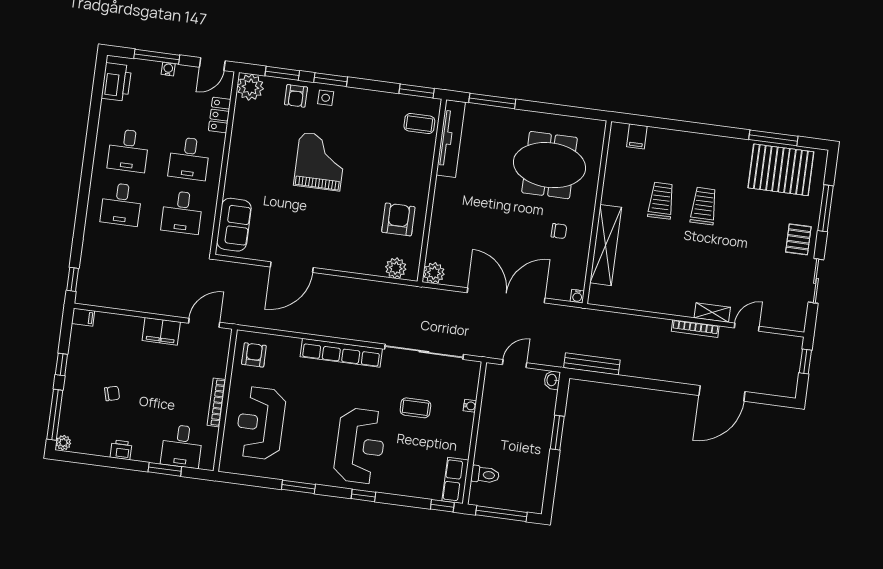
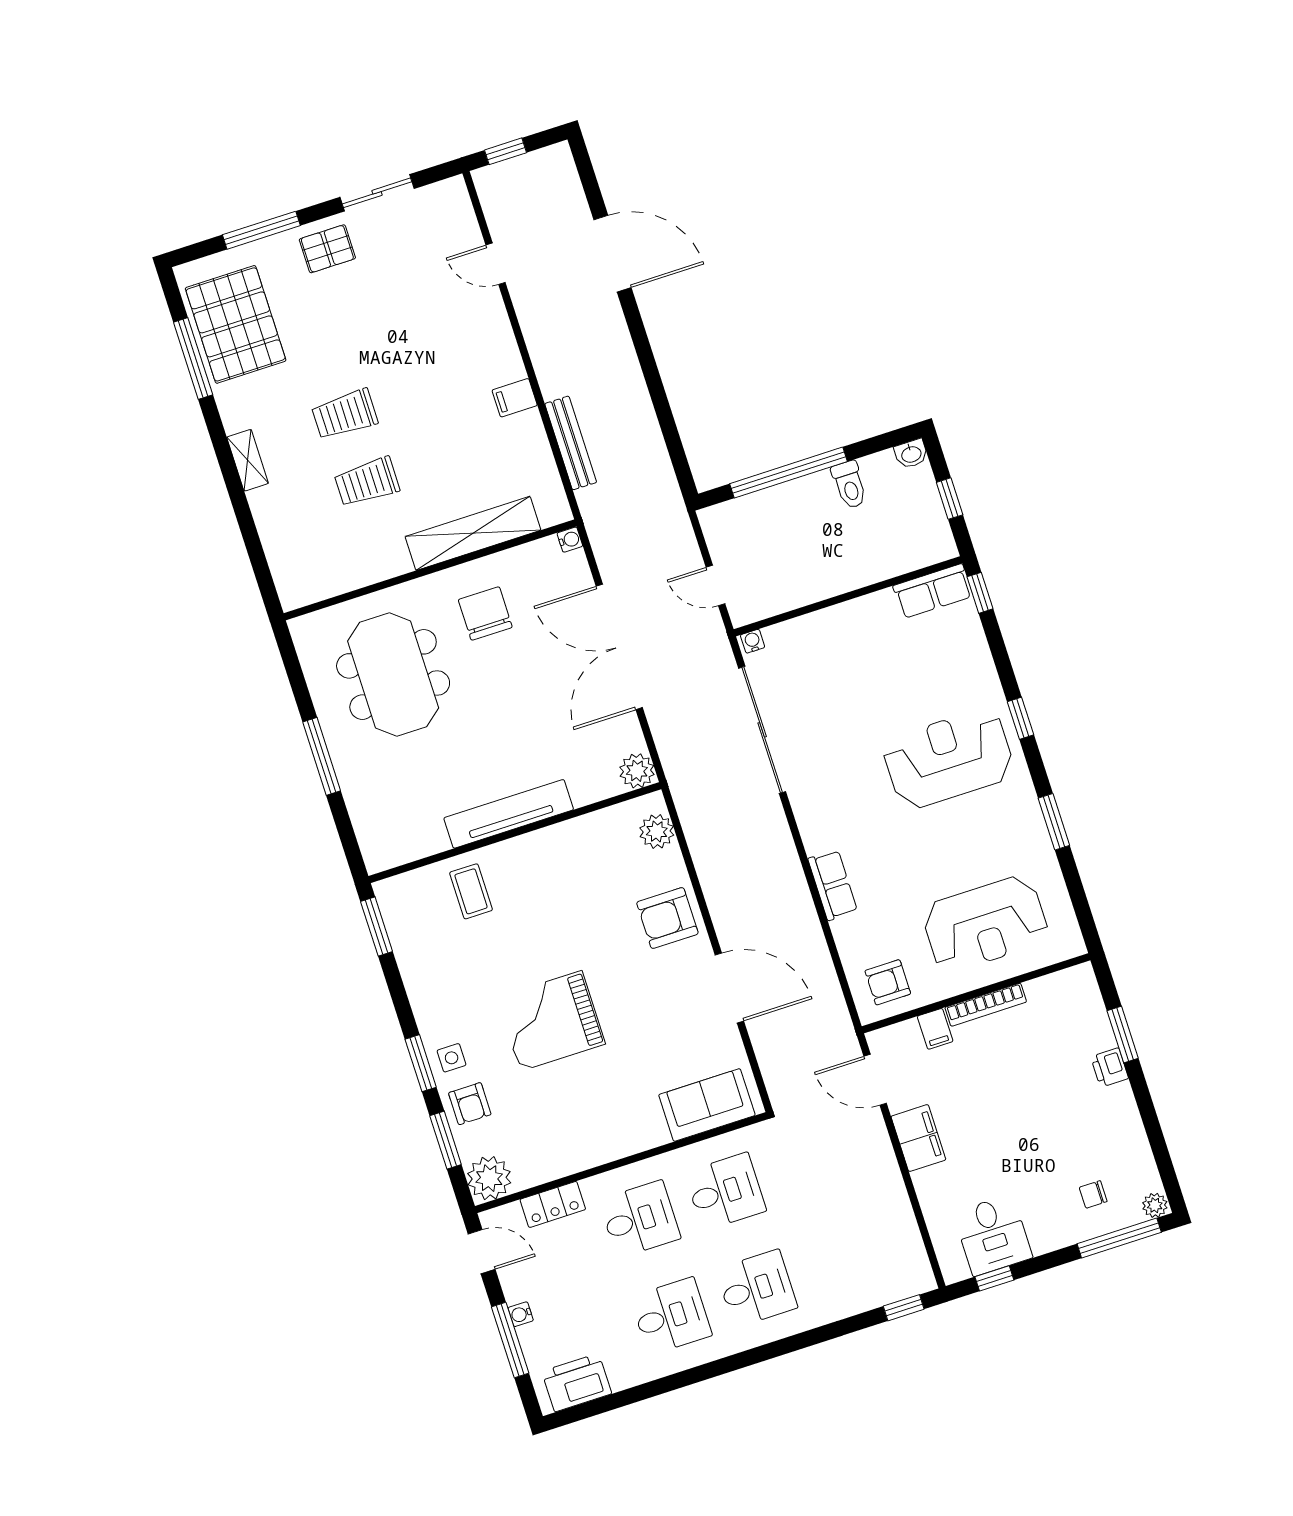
armchair: (296, 96) -> (470, 1104), turned 90
window: (492, 101) -> (322, 756), moved
coffee table: (419, 124) -> (471, 891), moved
filing cabinet: (637, 136) -> (515, 398), moved, turned 180
tv unit: (451, 139) -> (509, 814), moved
armchair: (398, 219) -> (667, 918), moved
chair: (559, 231) -> (485, 613), width x1.87, depth x1.87
shelving: (712, 312) -> (248, 460), moved
filing cabinet: (83, 317) -> (935, 1029), moved, turned 180
bookcase: (695, 329) -> (534, 340), removed
row of seats: (341, 353) -> (833, 885), width x0.50
window: (61, 364) -> (994, 1278), moved
bench: (592, 364) -> (571, 443), moved
washbasin: (552, 380) -> (911, 454), moved
chair: (112, 393) -> (1093, 1194), moved, turned -75
water cooler: (470, 406) -> (753, 641), moved
coffee table: (415, 408) -> (852, 703), removed
window: (557, 433) -> (788, 473), width x2.11
desk: (182, 446) -> (993, 1235), moved, turned 90
printer: (121, 450) -> (1110, 1068), moved
toilet: (485, 475) -> (849, 485), moved, turned 180
window: (501, 514) -> (950, 499), width x0.46

